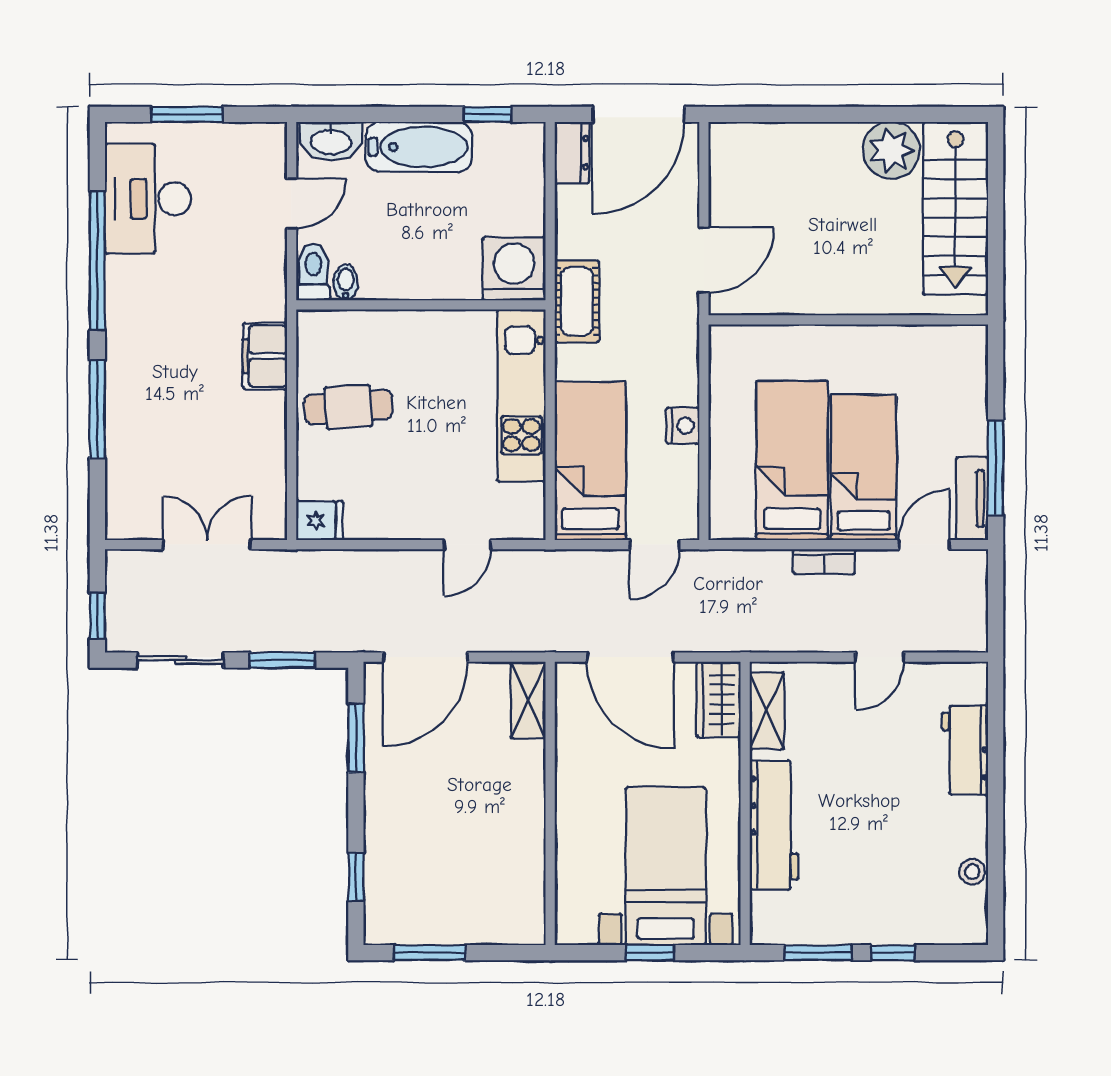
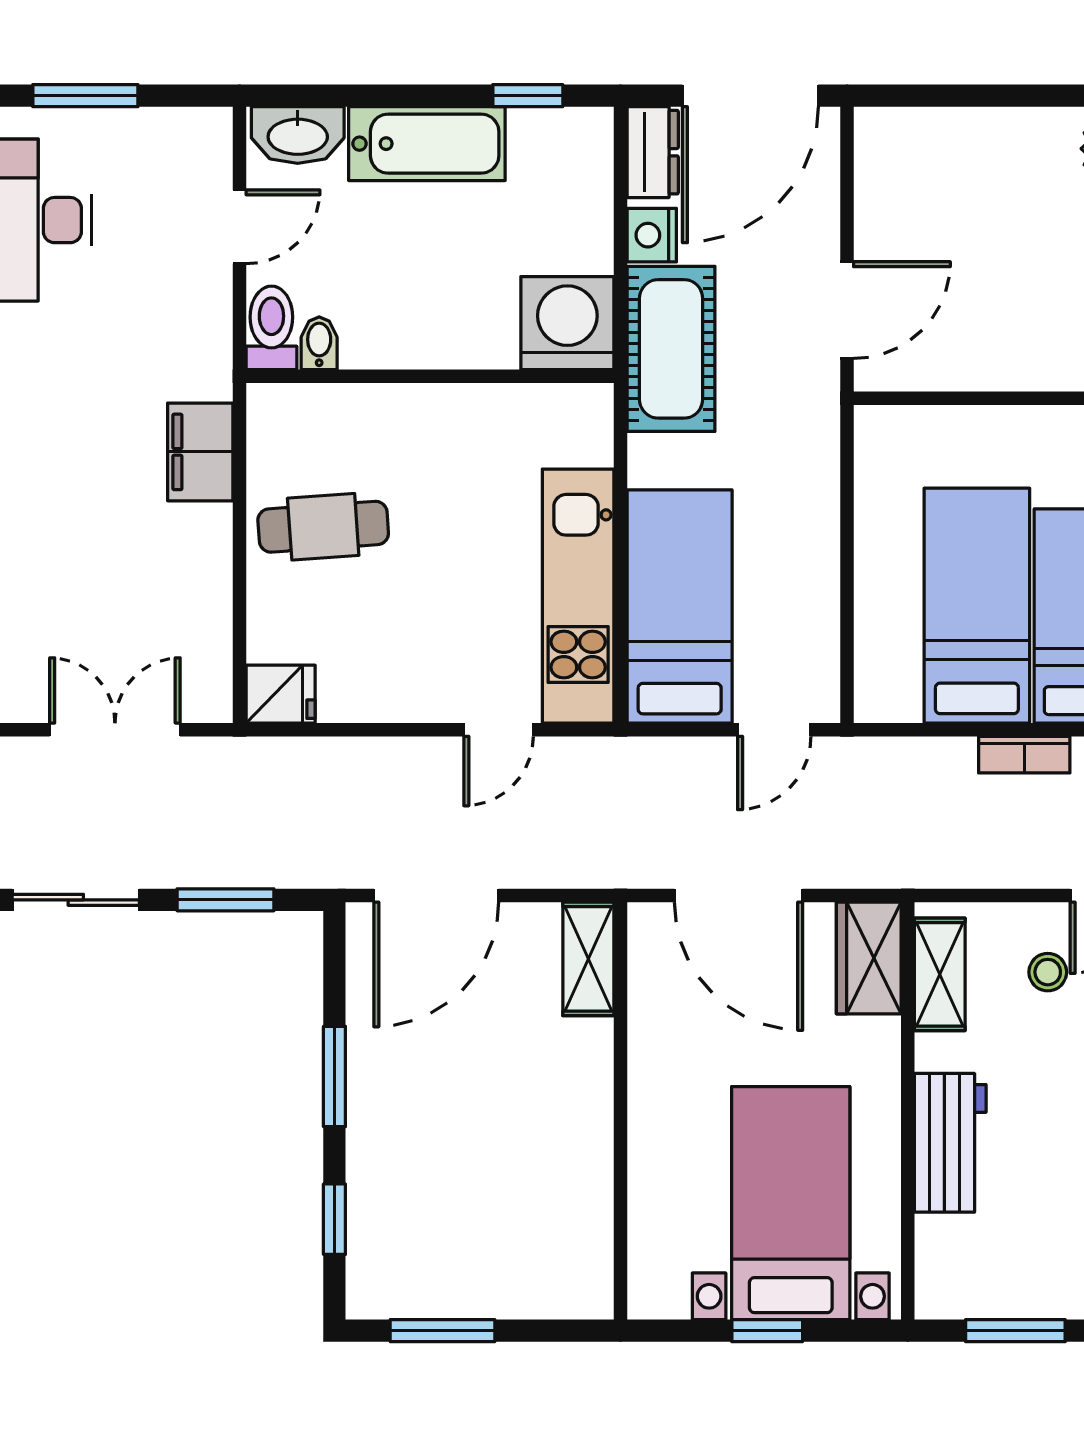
cot: (577, 301) -> (671, 349), width x1.37, depth x1.34
kitchen unit: (521, 395) -> (578, 596), moved
nightstand: (683, 426) -> (652, 235), moved, turned 180
stool: (840, 709) -> (1048, 972), added
window: (356, 738) -> (334, 1076), moved
workbench: (774, 825) -> (950, 1143), width x0.73

